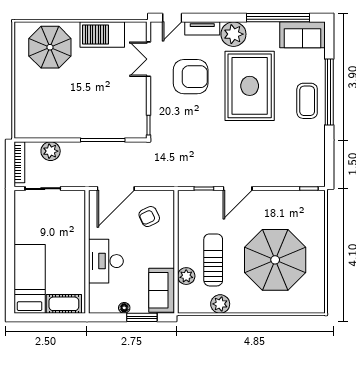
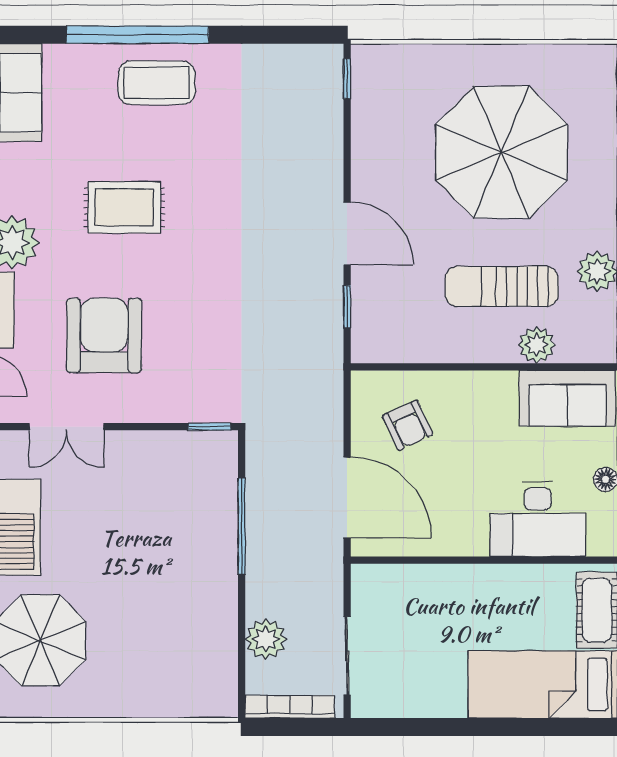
rug: (250, 86) -> (124, 207), width x0.54, depth x0.49
desk: (106, 261) -> (538, 519), moved

